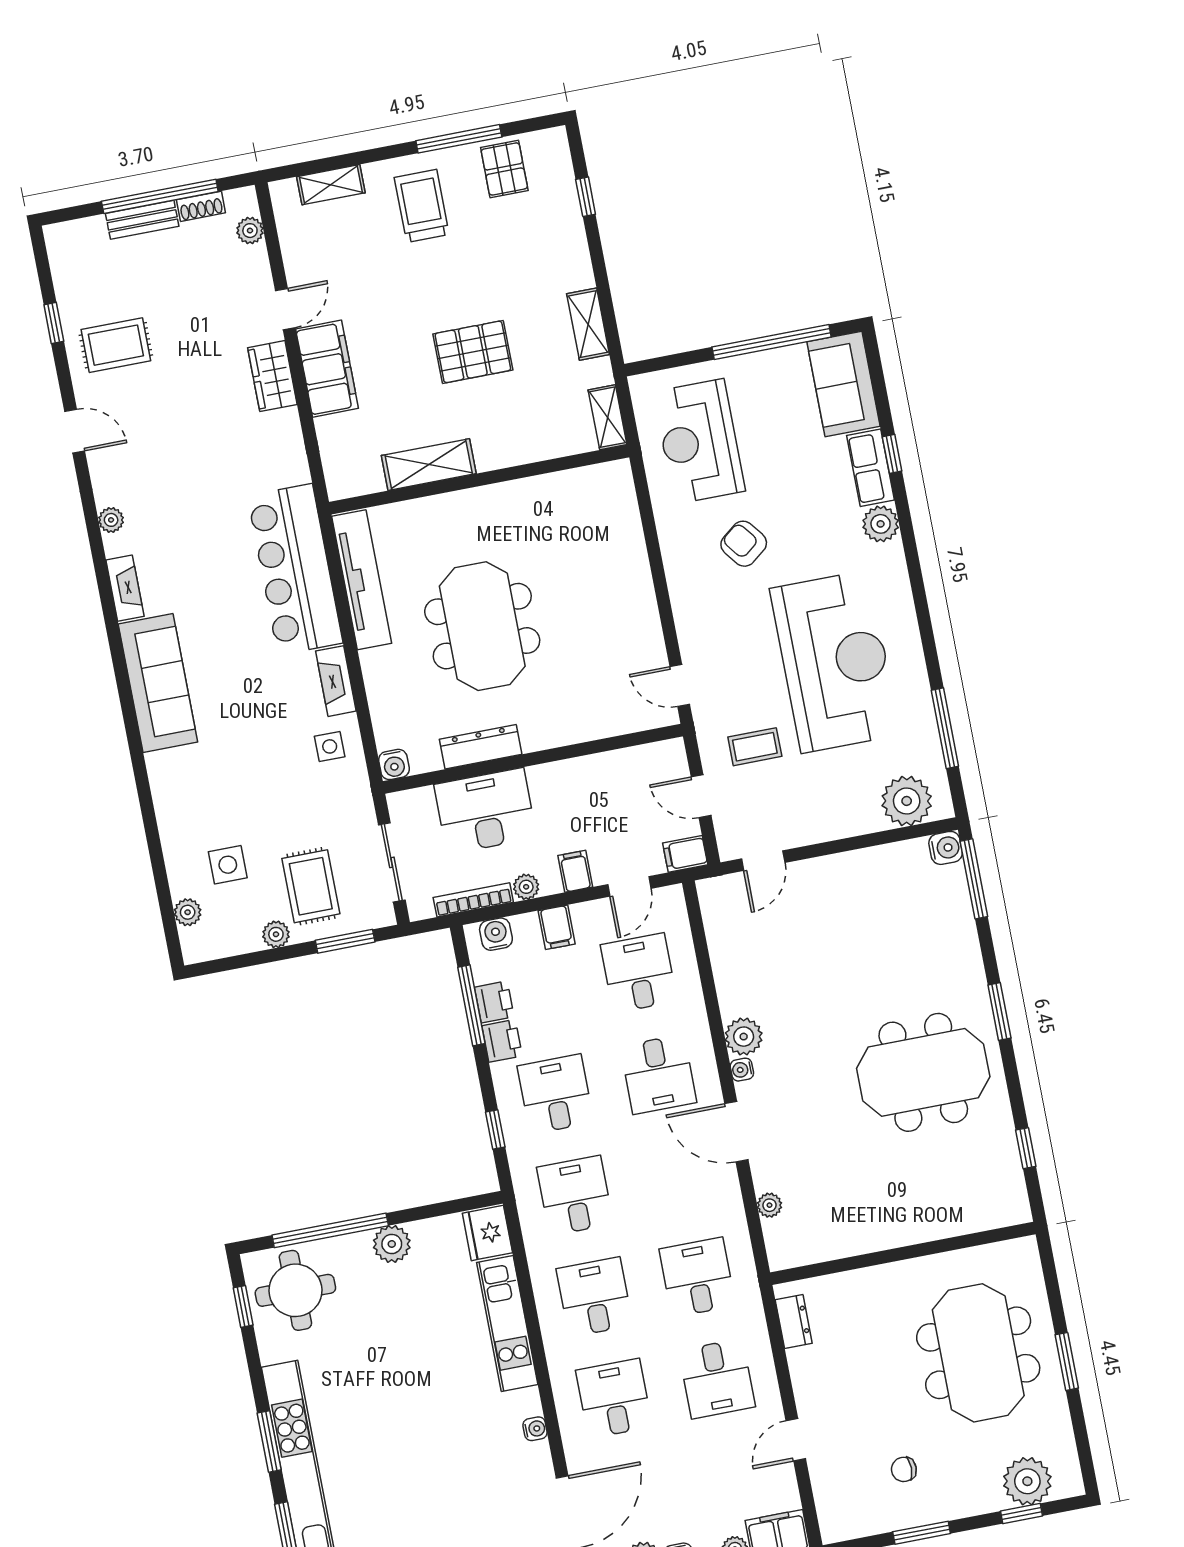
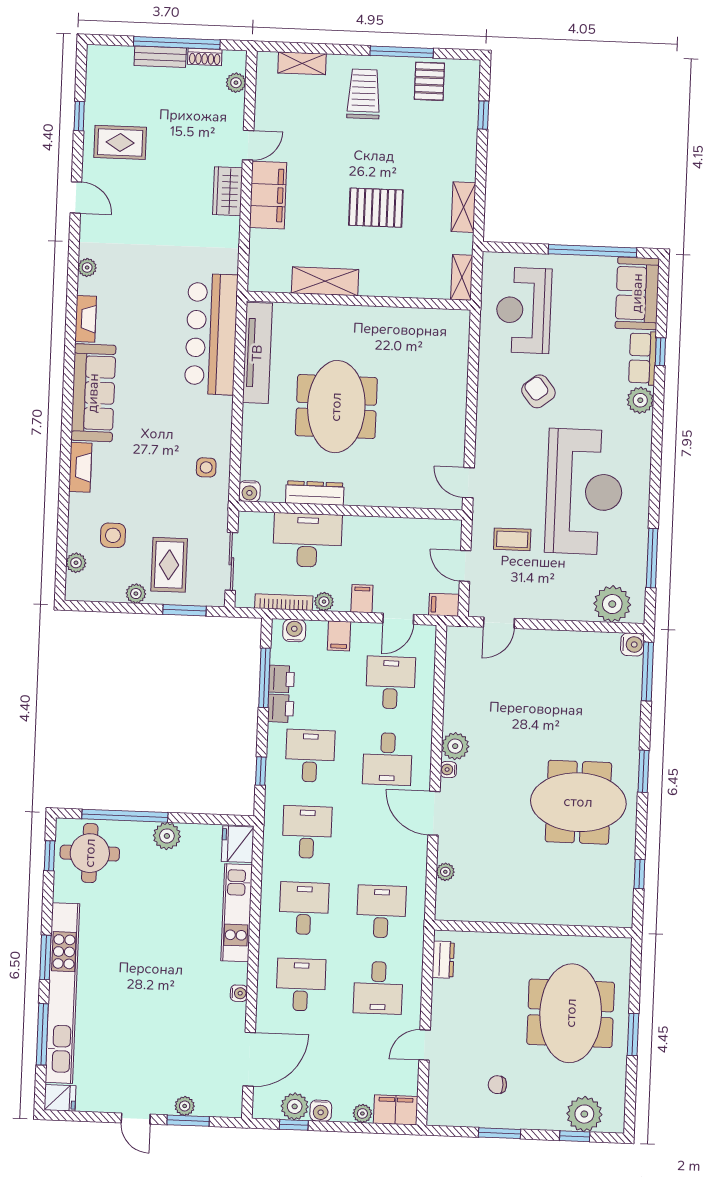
fireplace: (336, 681) -> (80, 467), moved, turned 180

